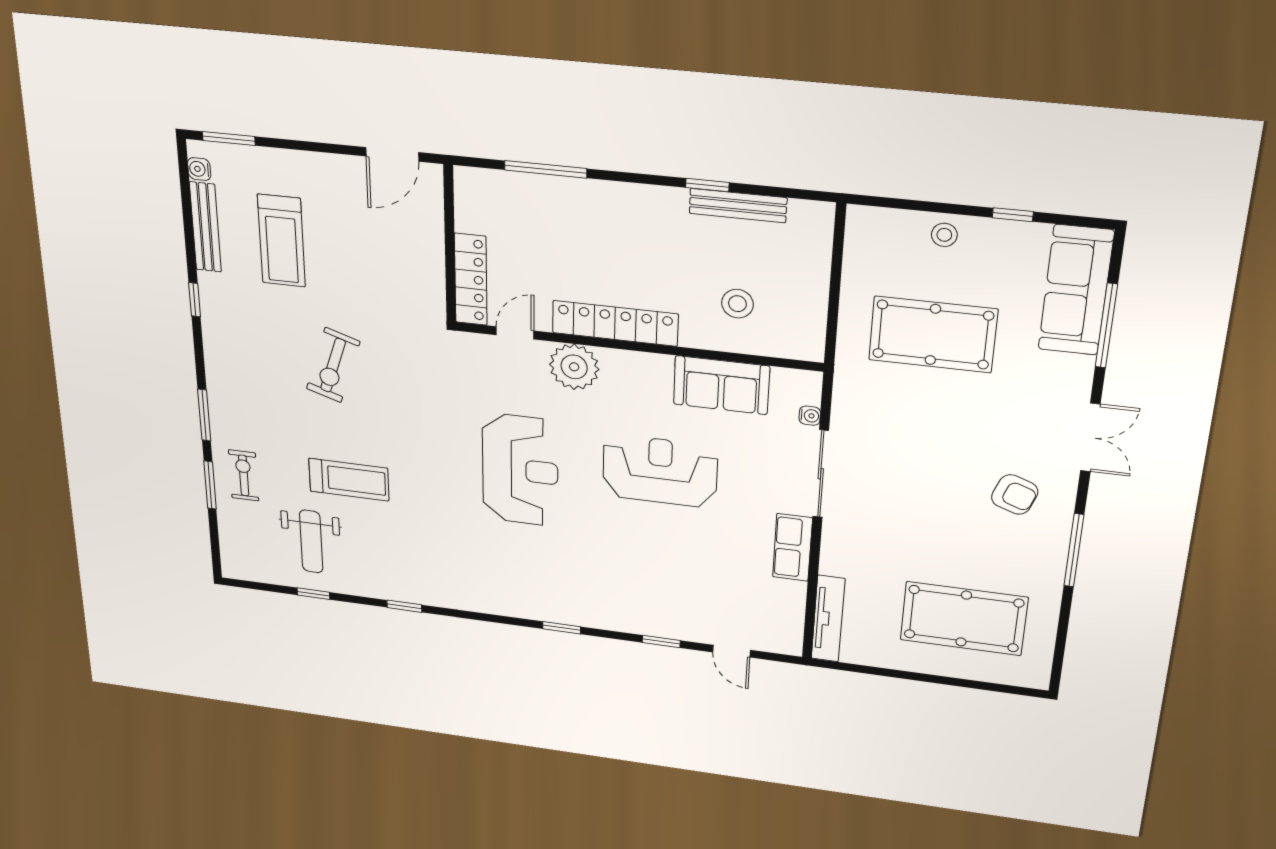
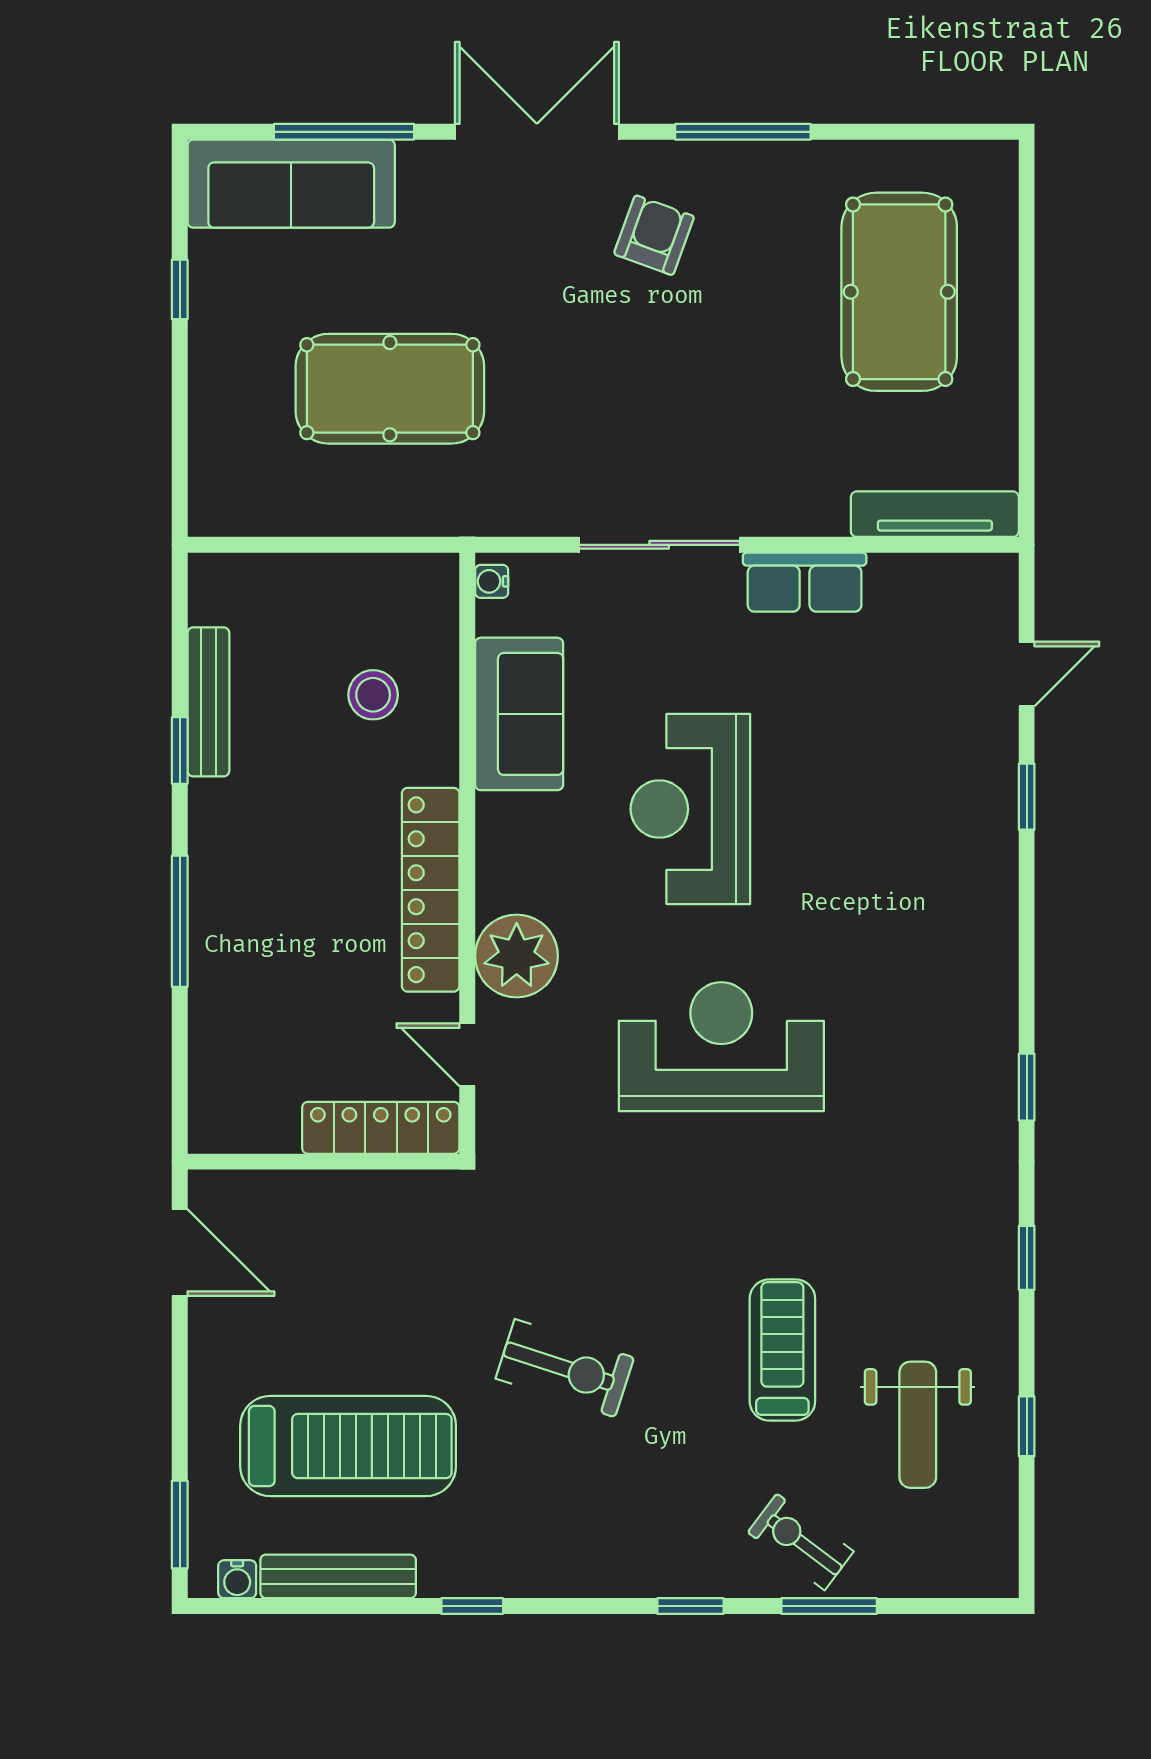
window: (546, 169) -> (180, 921), moved
stool: (944, 235) -> (223, 387), removed
treadmill: (281, 241) -> (348, 1446), width x1.37, depth x1.38
pool table: (933, 335) -> (390, 389), turned 90
window: (204, 415) -> (690, 1606), width x0.67
water cooler: (810, 416) -> (492, 581), moved, turned -90
double door: (1090, 438) -> (537, 132), width x1.37
exercise bike: (244, 475) -> (801, 1542), turned 37
weight bench: (311, 541) -> (918, 1425), turned 90
window: (562, 628) -> (1027, 1087), moved

